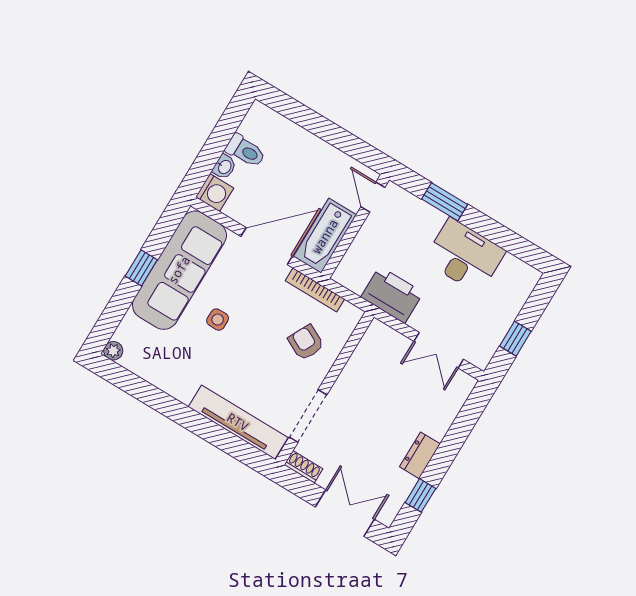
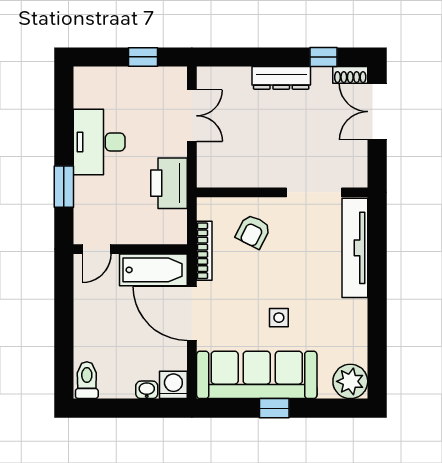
toilet: (245, 151) -> (87, 380), moved
plant: (113, 351) -> (350, 381), width x1.88, depth x1.88
dresser: (420, 455) -> (281, 78), width x1.44
shoe rack: (303, 467) -> (350, 75), moved, turned -90

